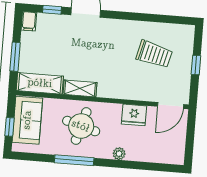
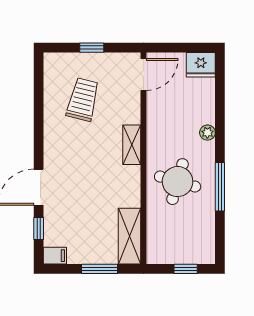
shelving: (80, 88) -> (132, 145), moved
door: (171, 105) -> (144, 74), hinge flipped
fridge: (134, 115) -> (201, 65), moved, turned 90
sofa: (27, 120) -> (176, 248), removed

